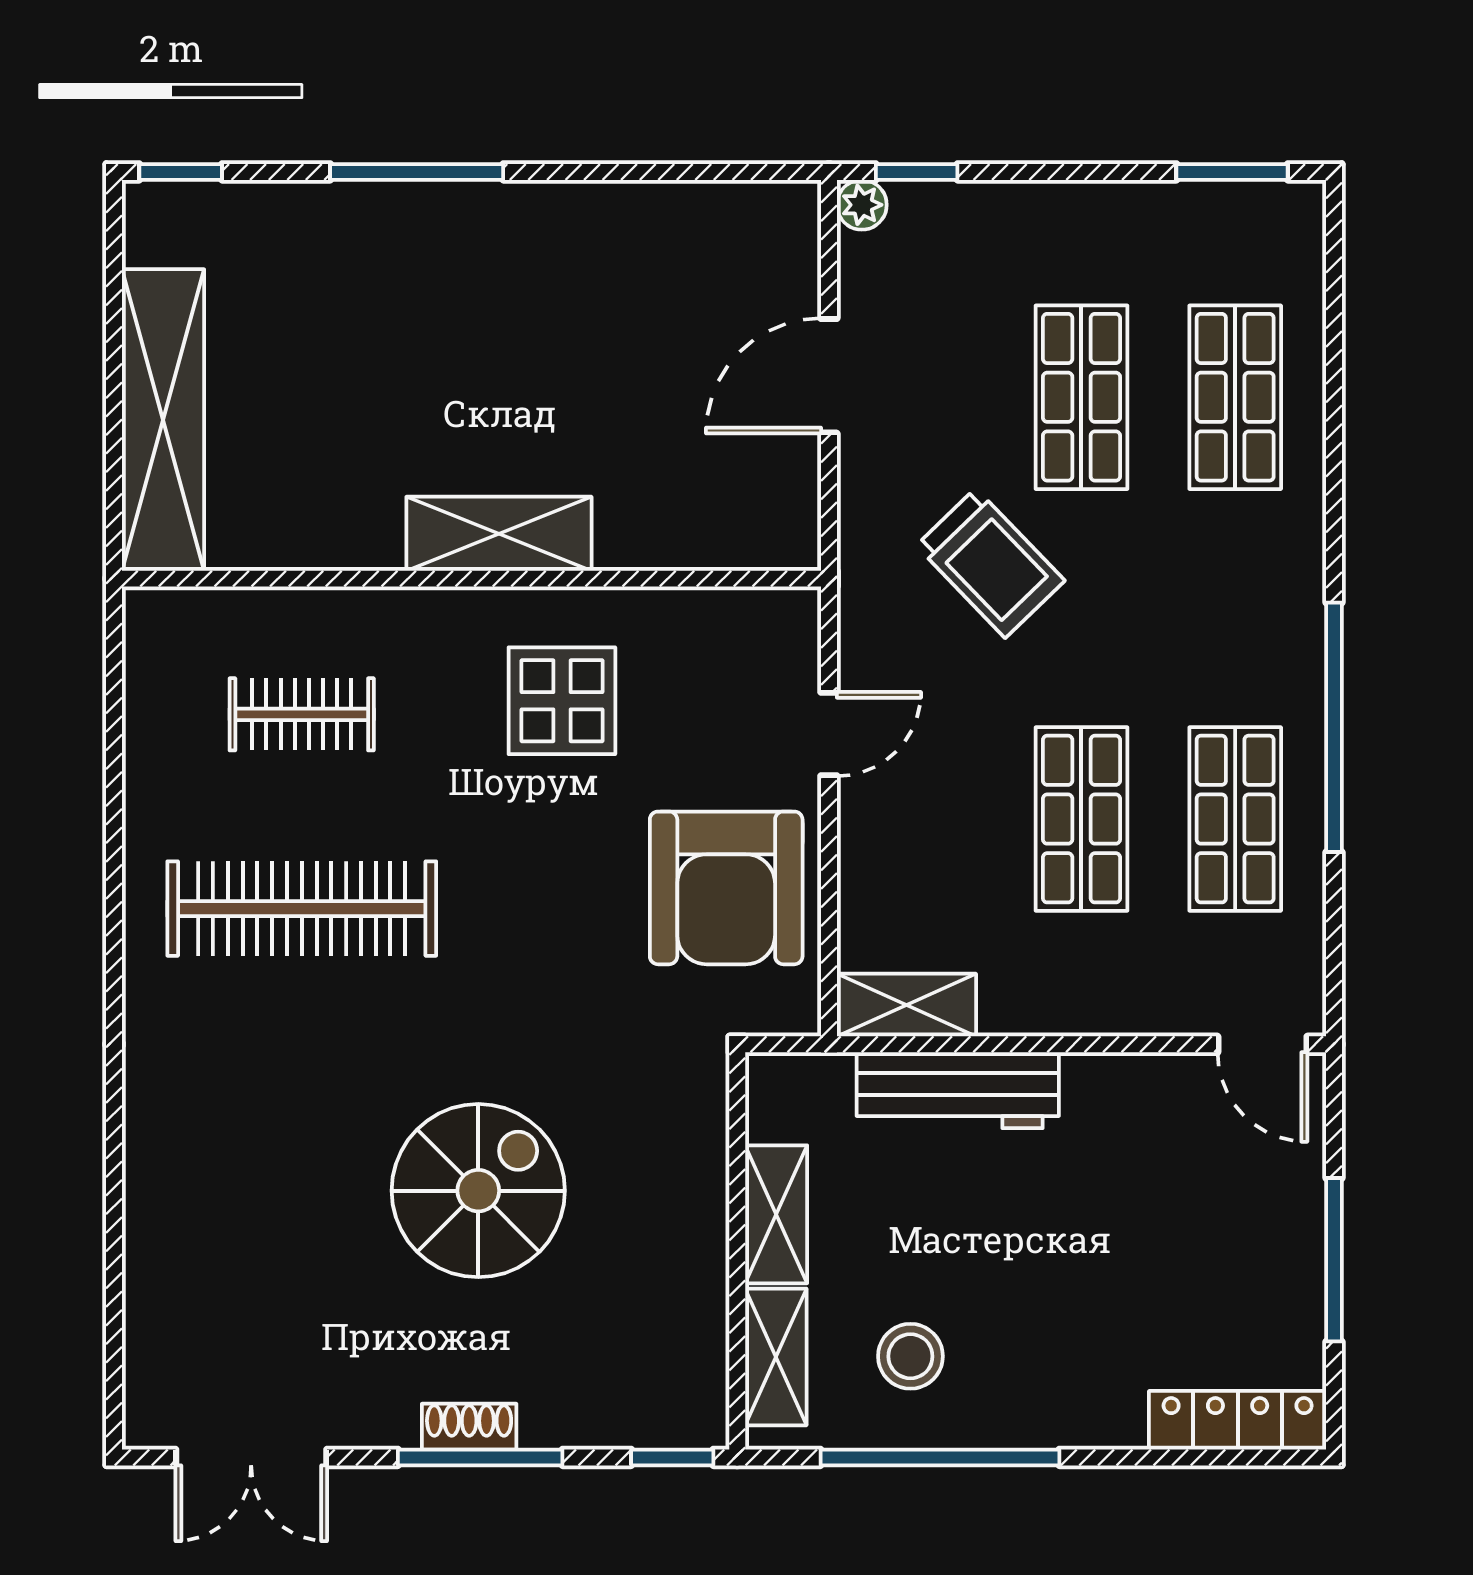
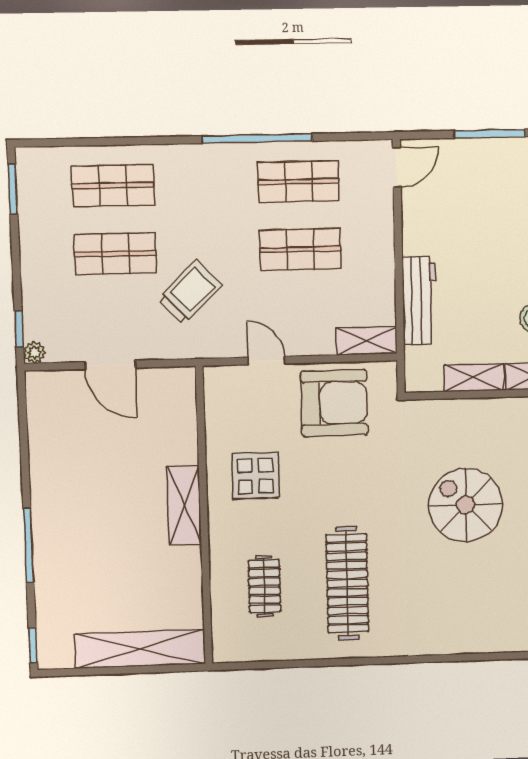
shelving: (906, 1005) -> (367, 341), moved, turned 90

